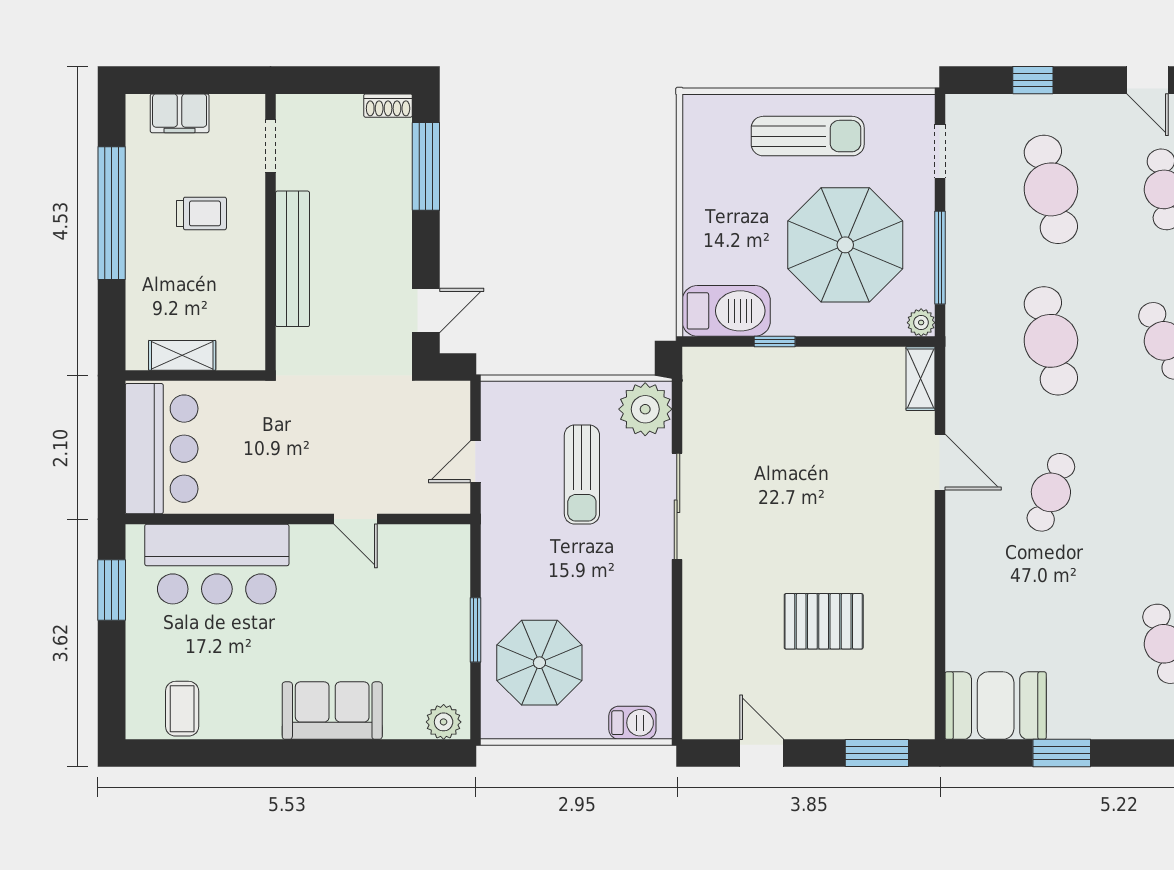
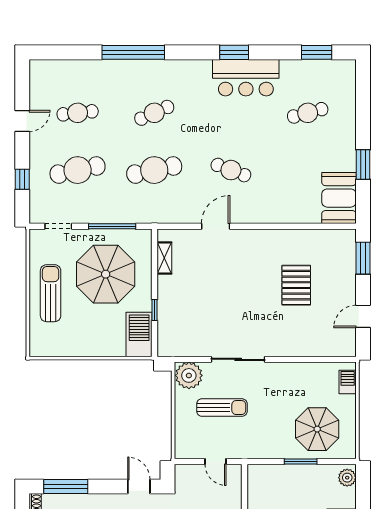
plant: (921, 323) -> (145, 236), removed
shelving: (920, 379) -> (164, 258), moved, turned 90

